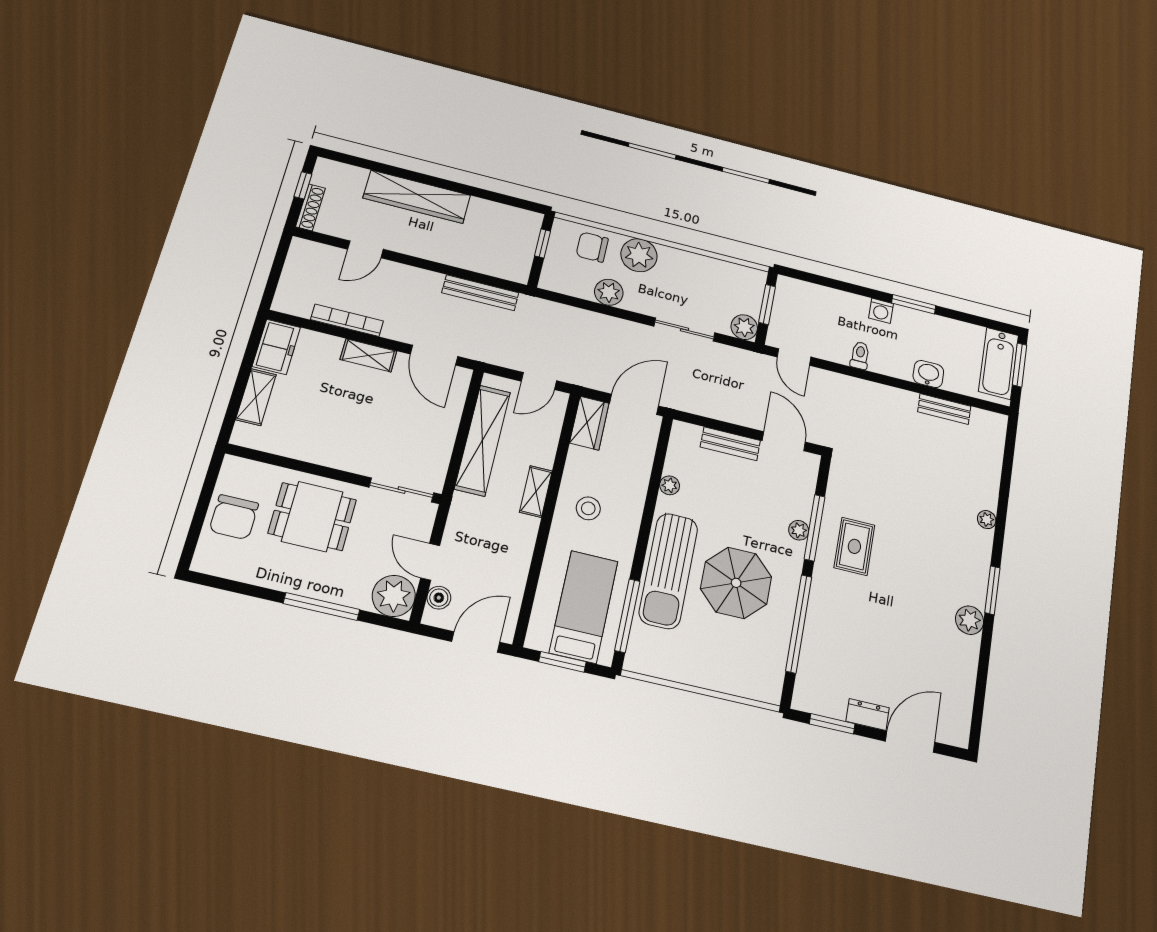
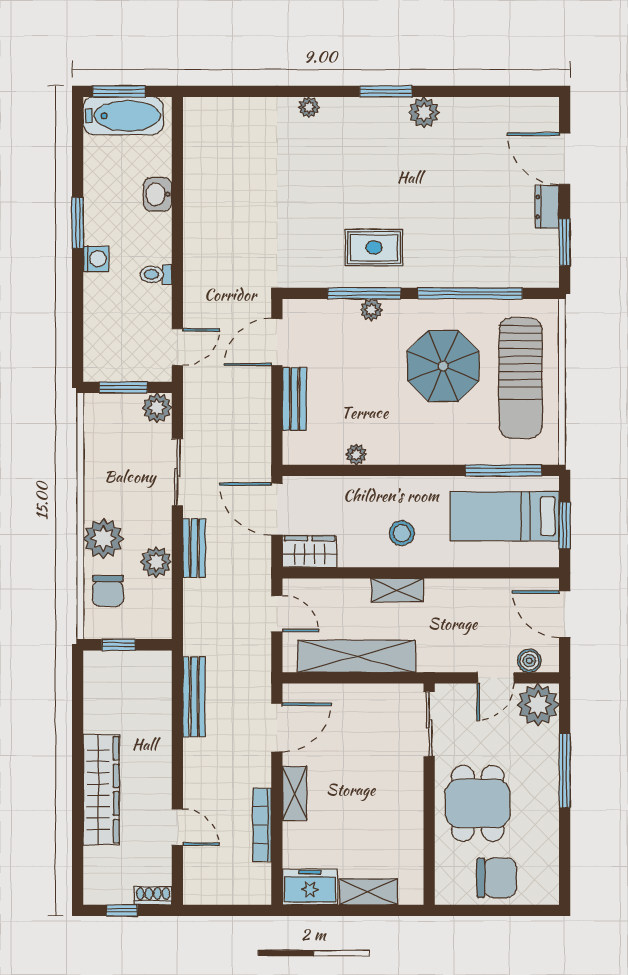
shoe rack: (310, 207) -> (153, 896), width x0.70
bench: (944, 409) -> (194, 548), moved
sun lounger: (668, 571) -> (521, 378), moved, turned 90

